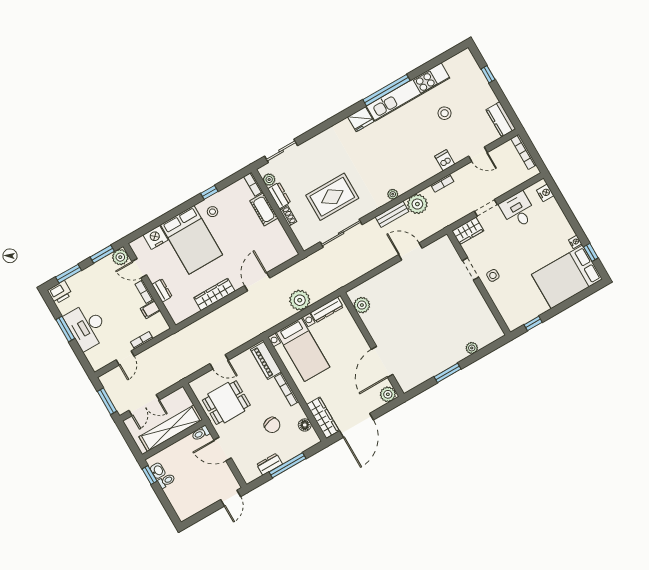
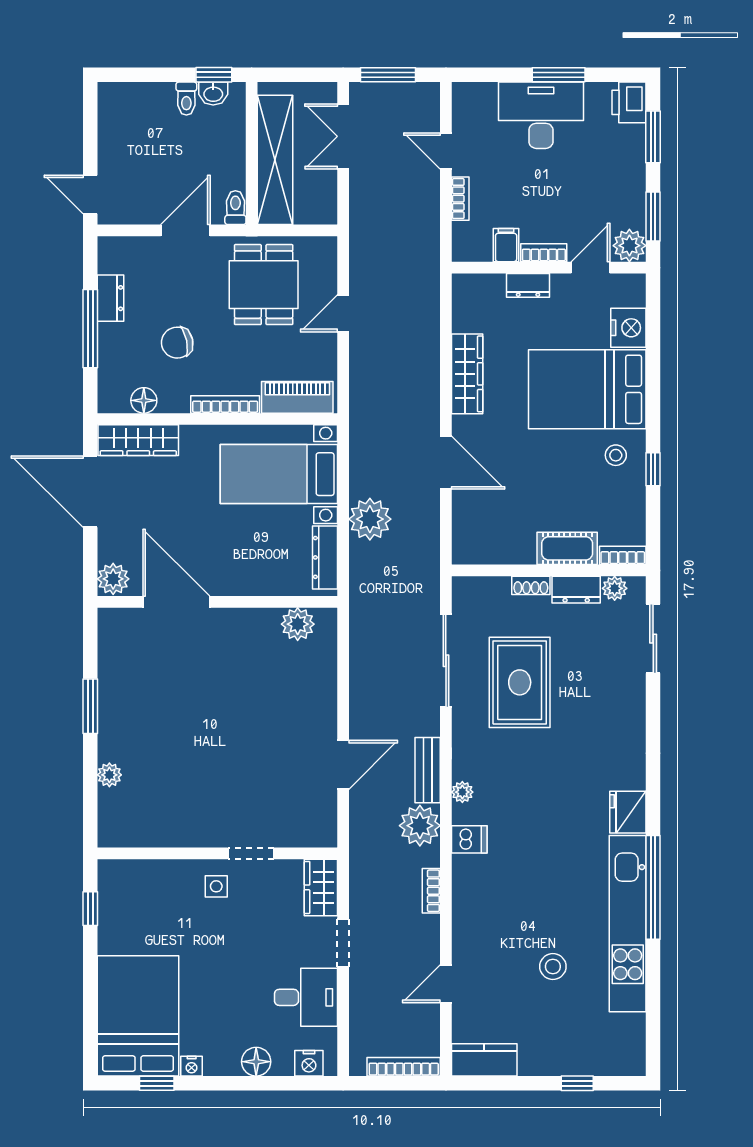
dishwasher: (445, 160) -> (469, 839), moved
floor lamp: (557, 216) -> (256, 1062), added

